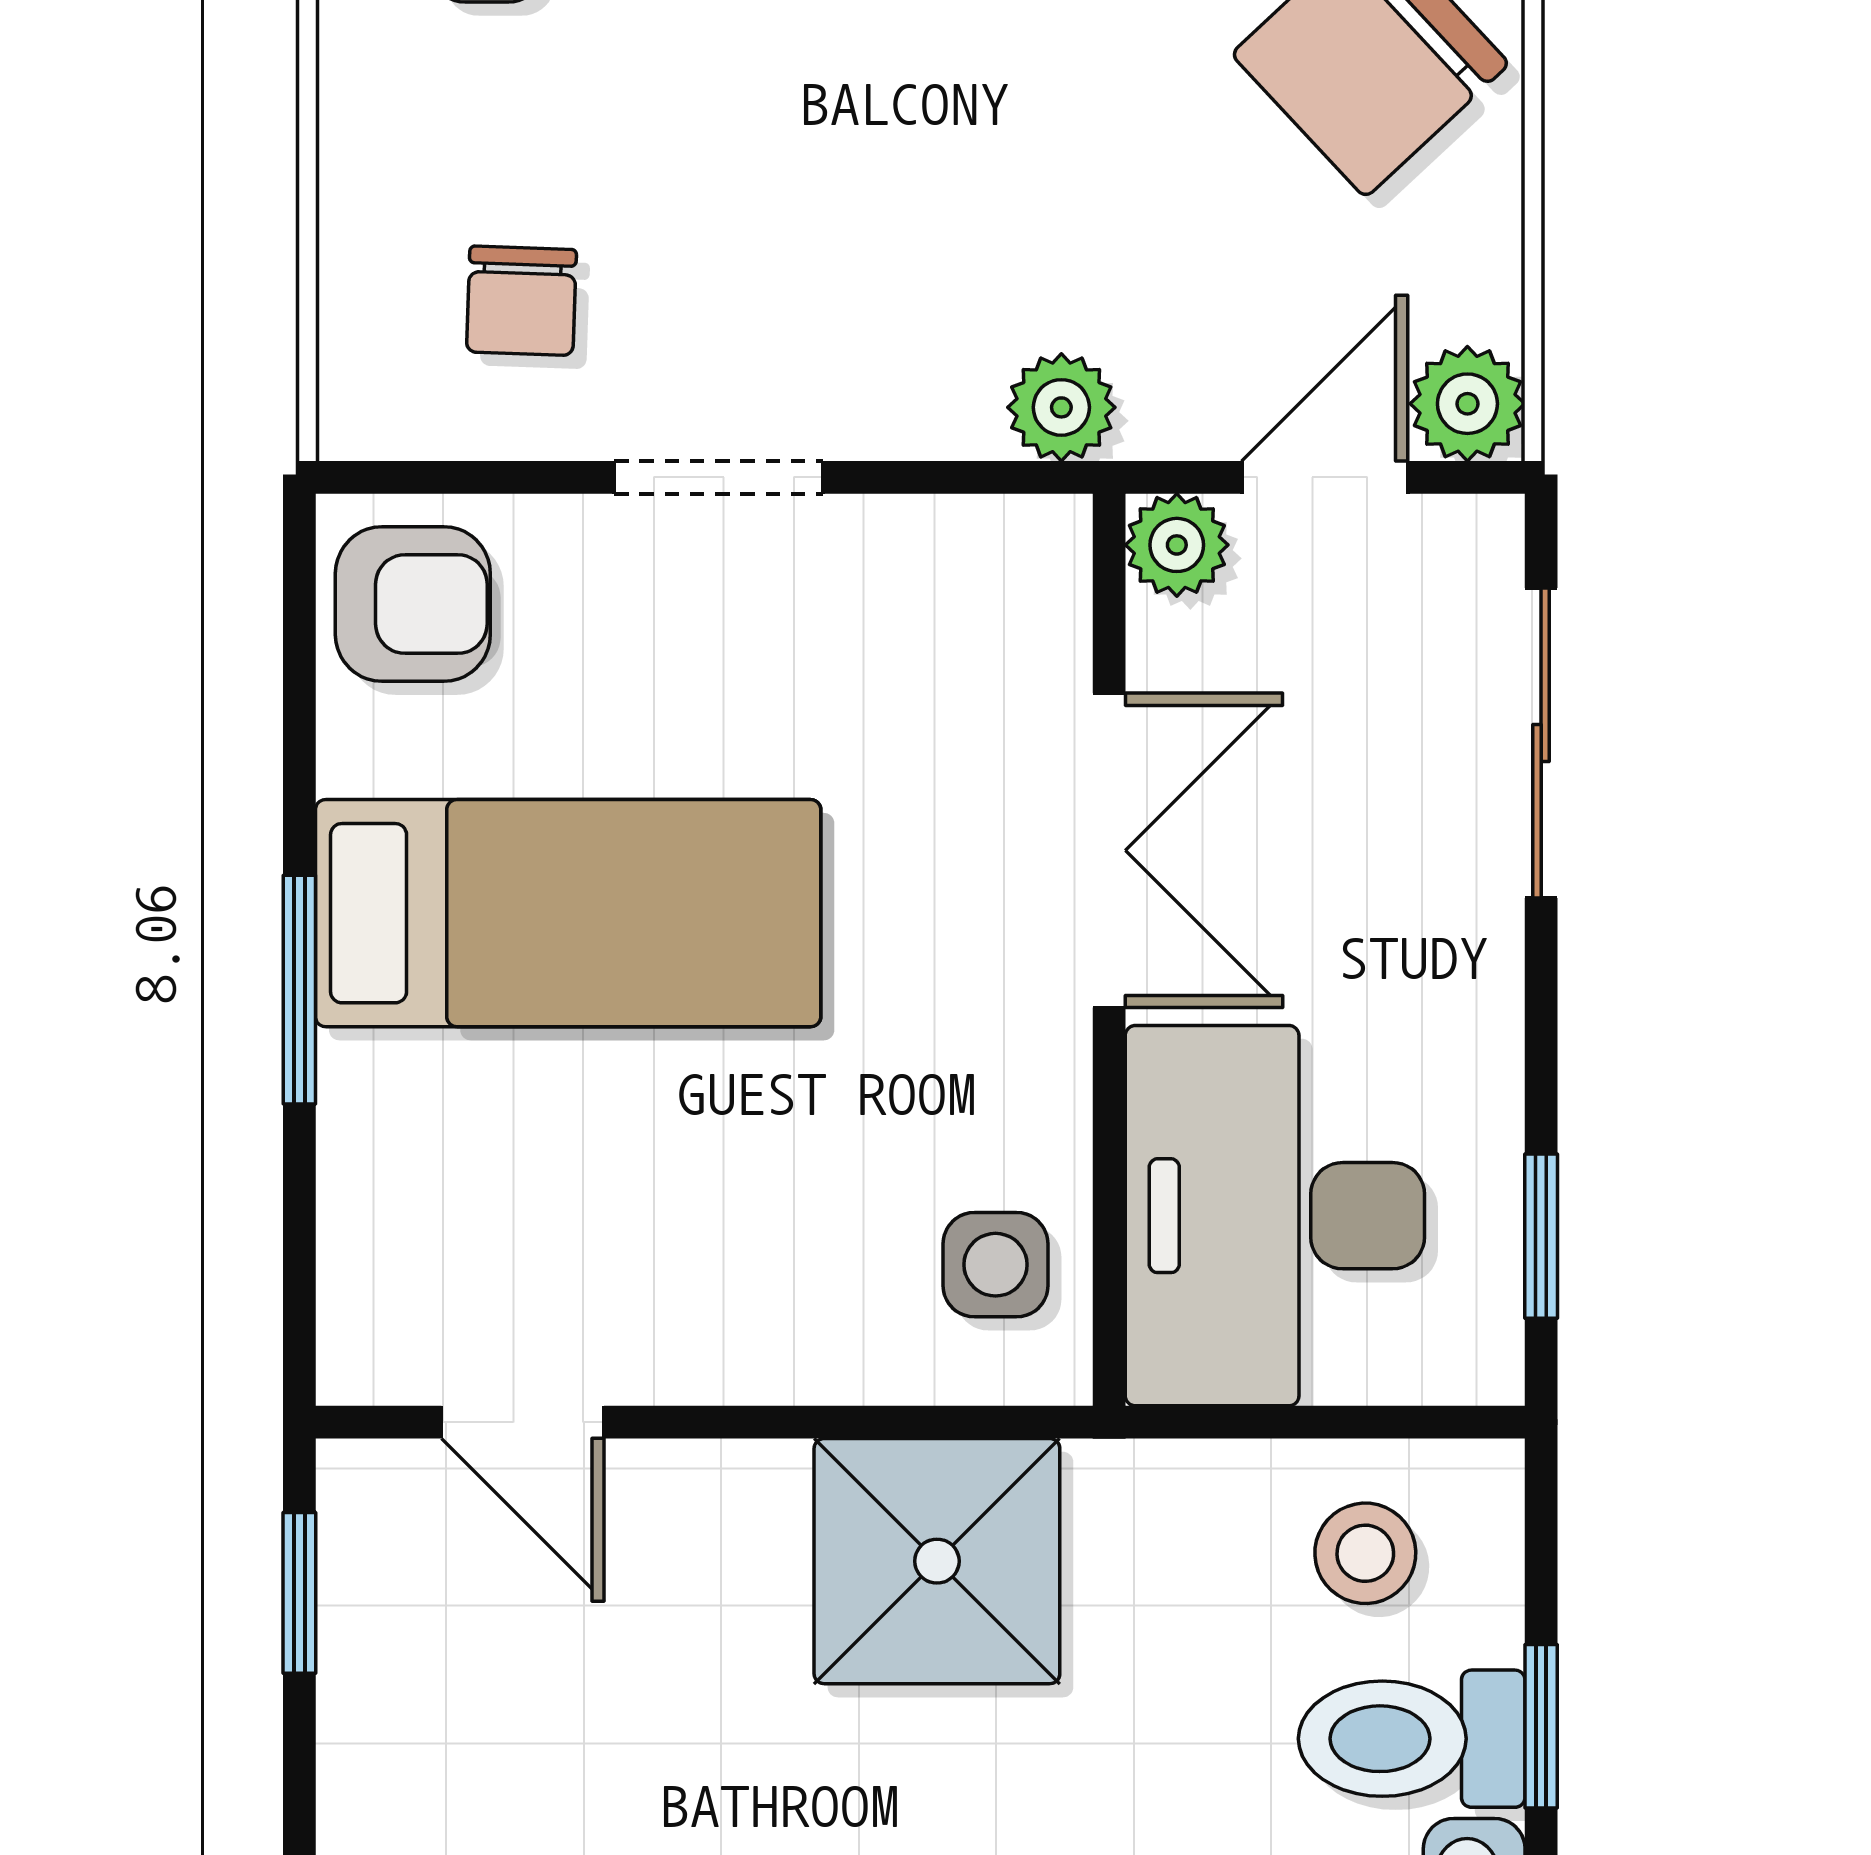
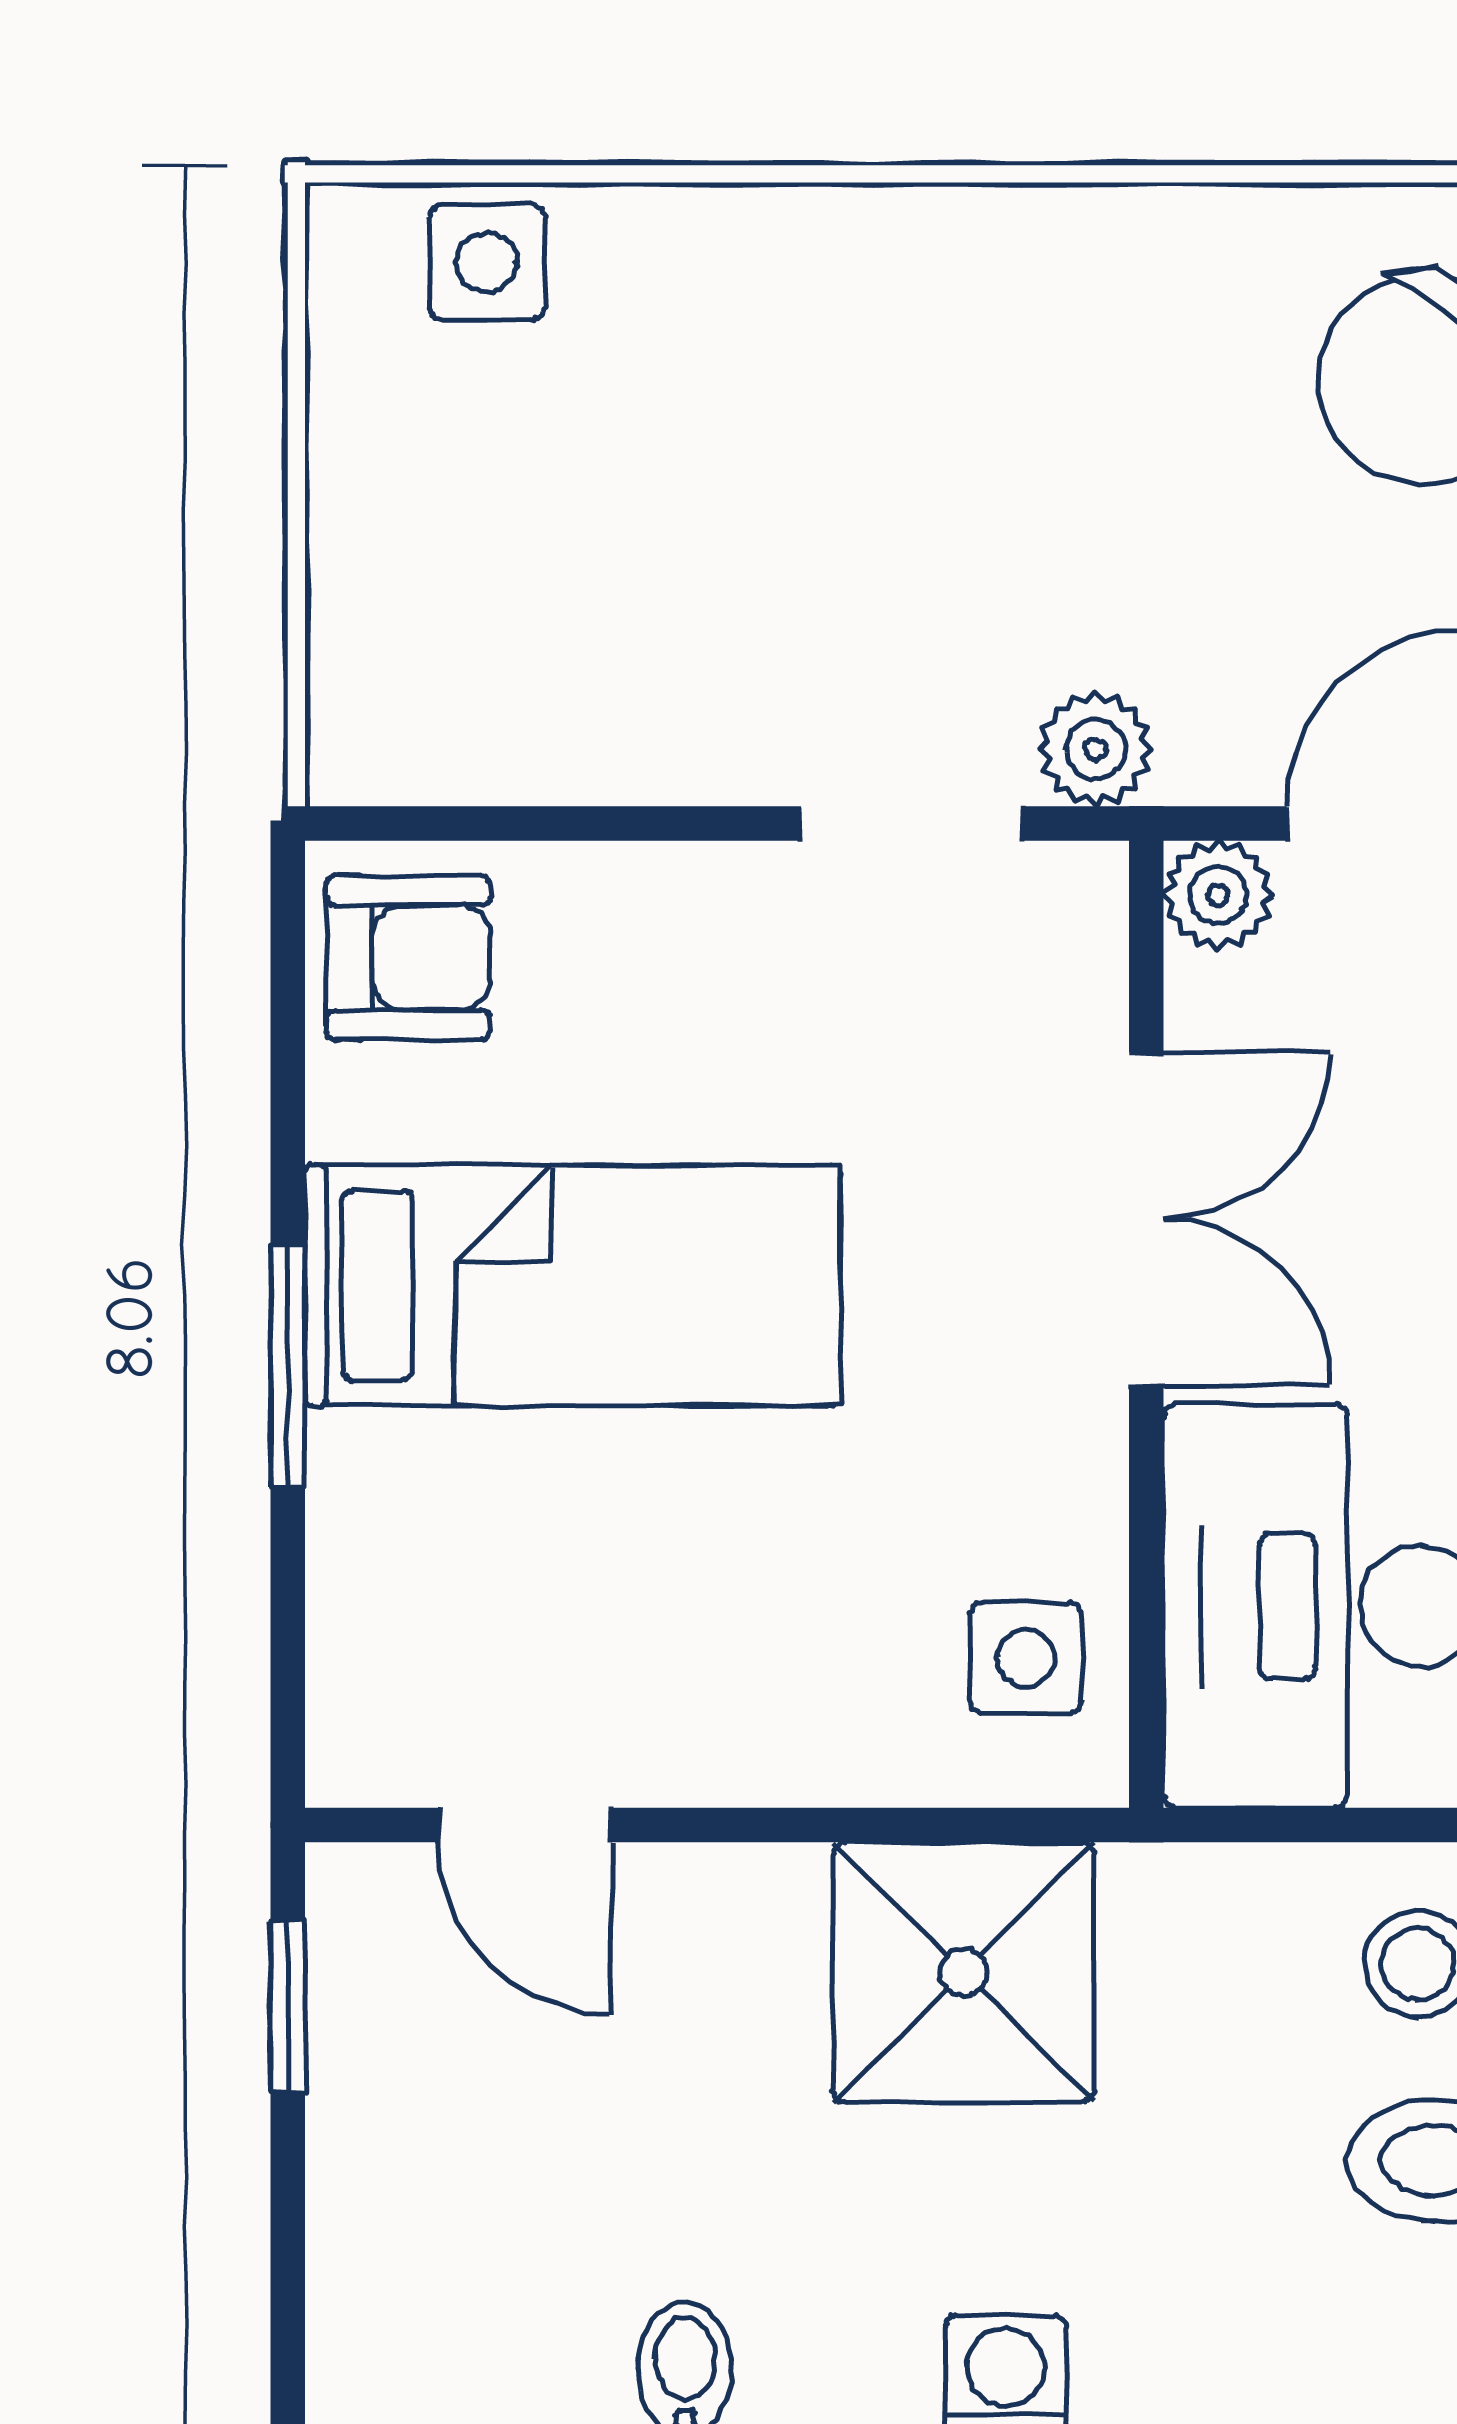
chair: (521, 301) -> (523, 636), removed
doorway: (719, 477) -> (912, 823), moved

